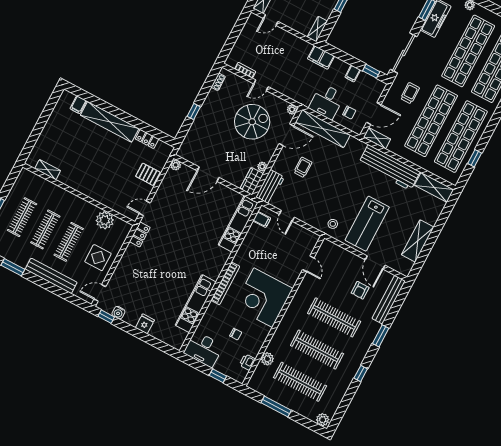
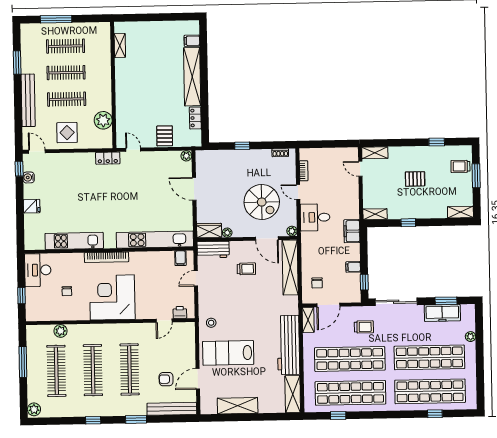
desk: (327, 101) -> (315, 217), moved
door: (374, 113) -> (328, 305), hinge flipped
kitchen unit: (238, 224) -> (155, 240), width x1.36
printer: (247, 362) -> (180, 312), moved

